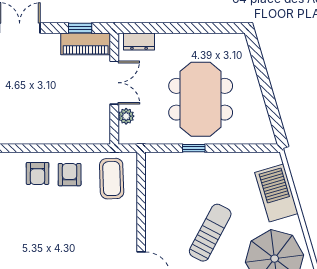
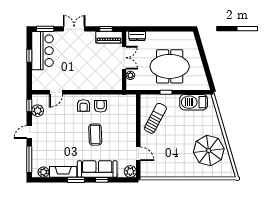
meeting table: (201, 99) -> (170, 66), turned 90
coffee table: (112, 179) -> (95, 135), moved
barbecue: (276, 193) -> (194, 102), moved, turned -74
sun lounger: (210, 233) -> (155, 118), moved

